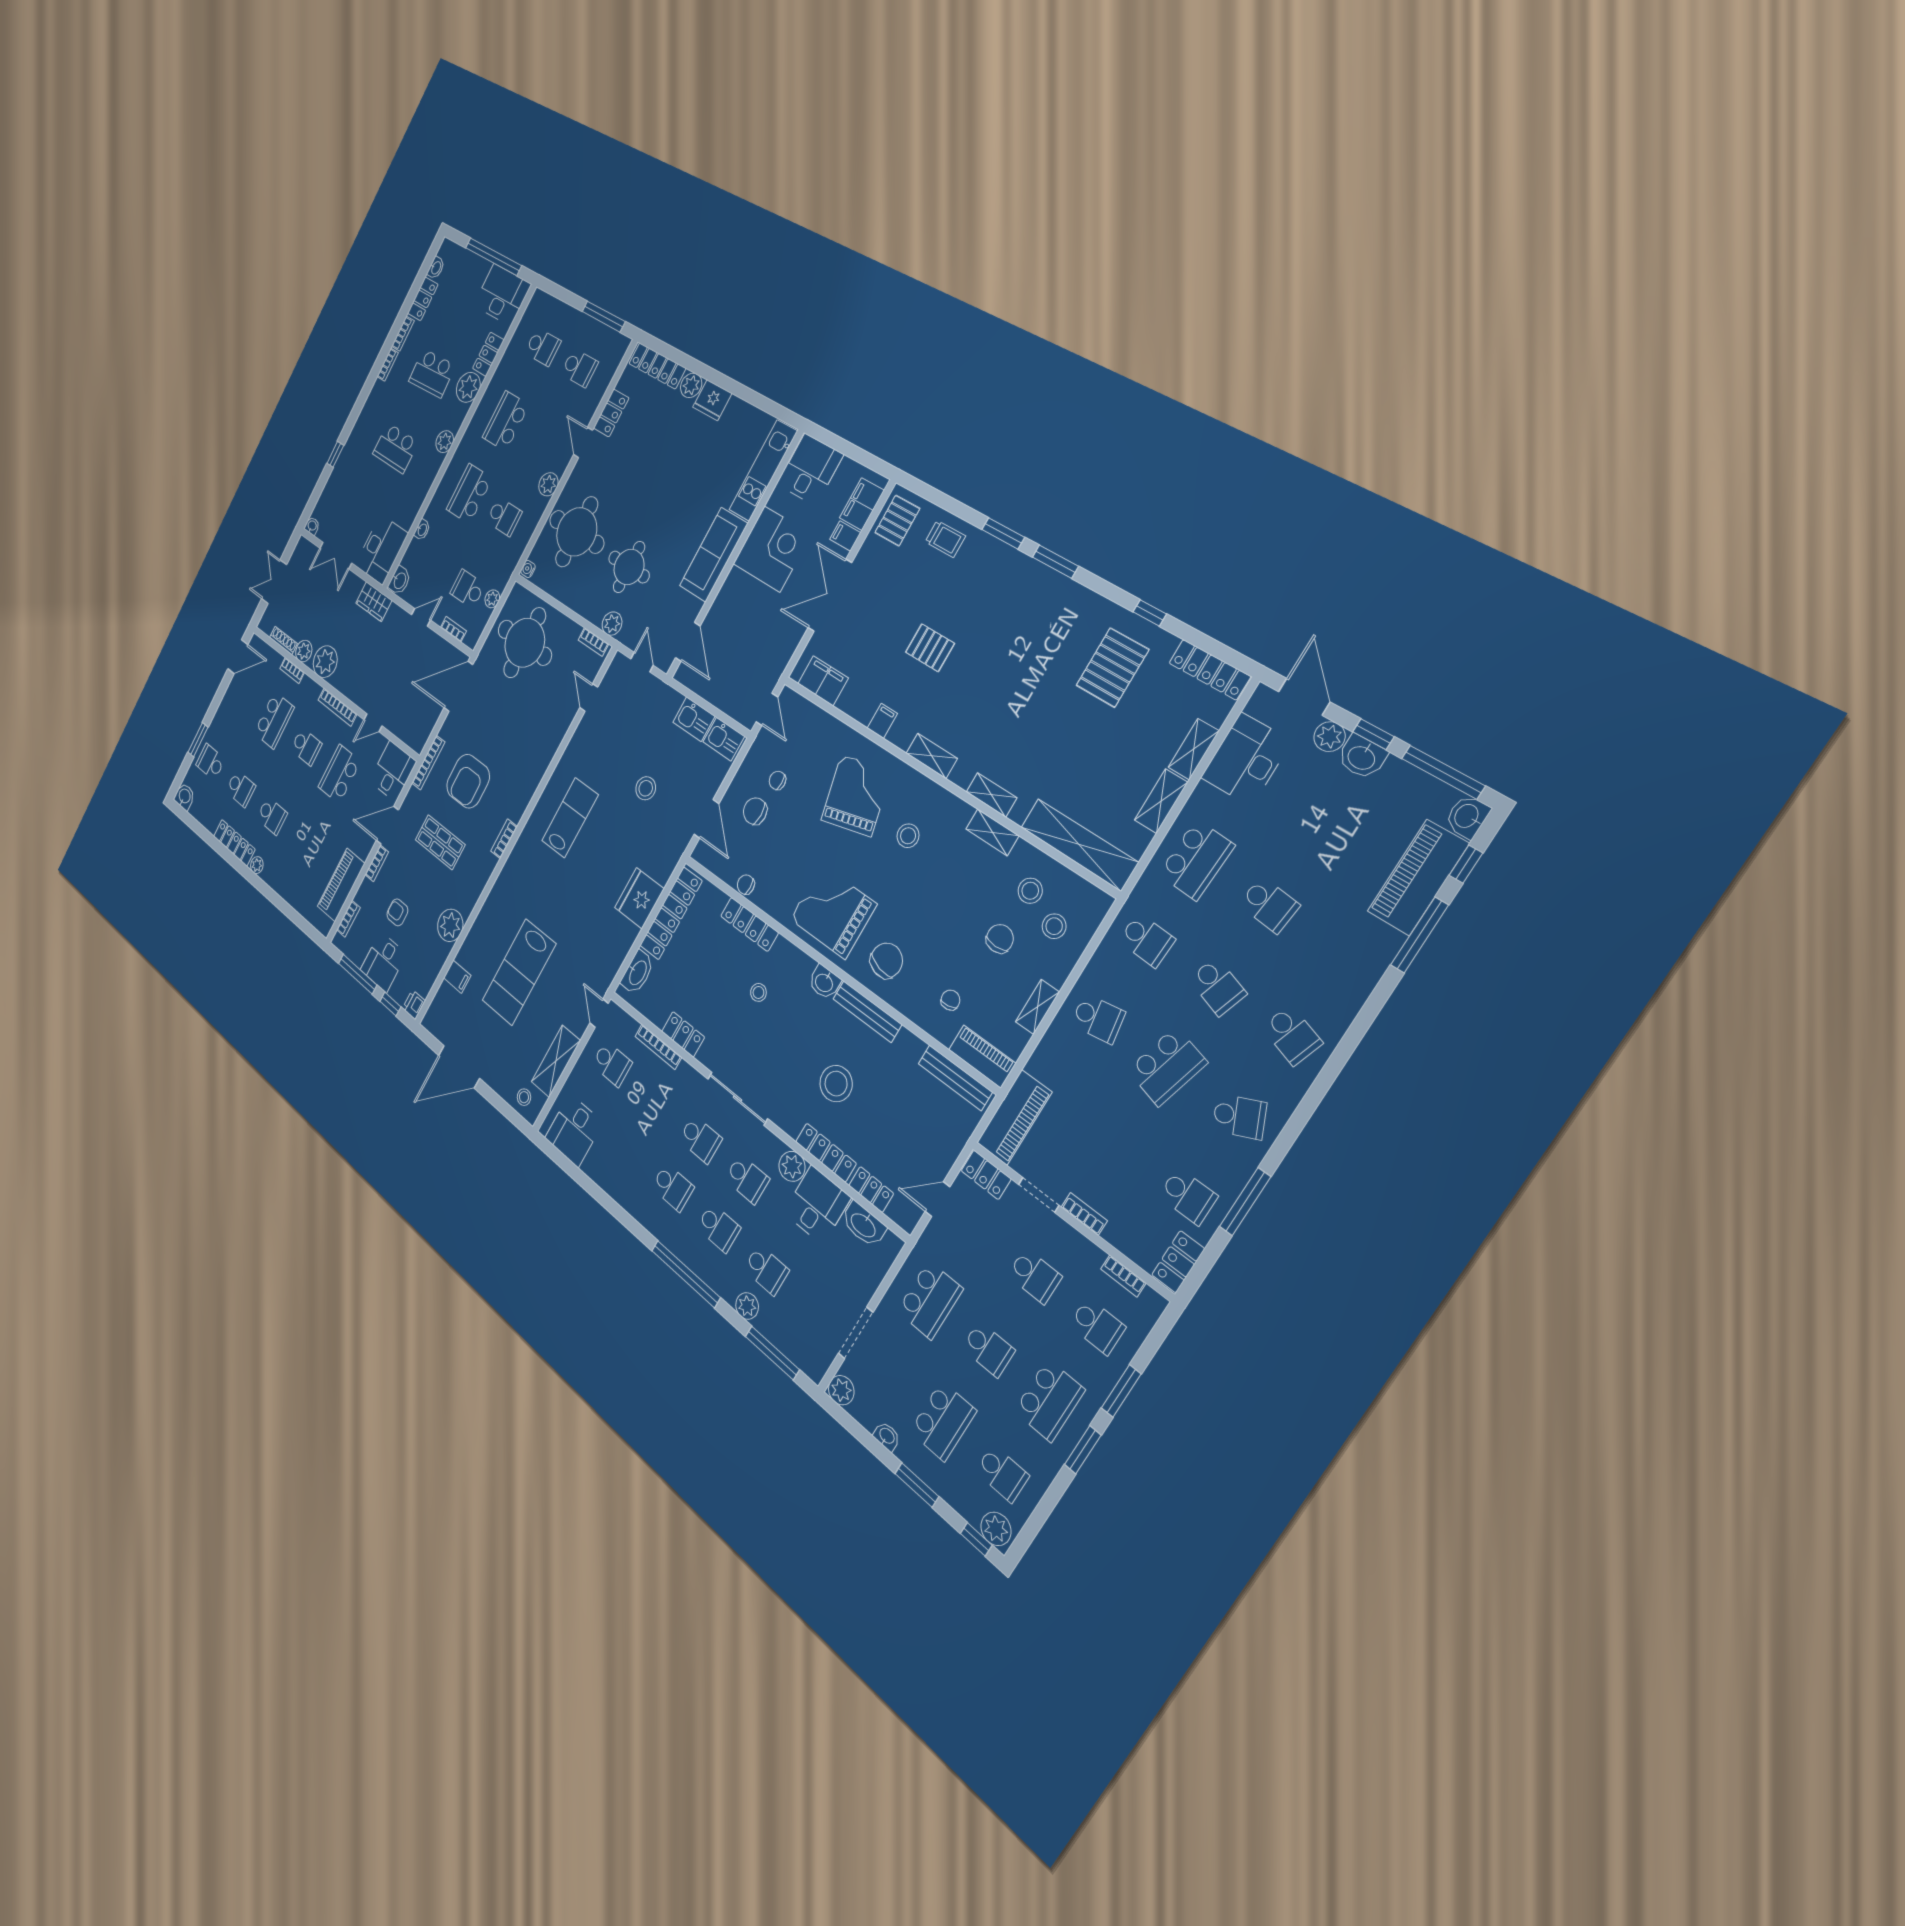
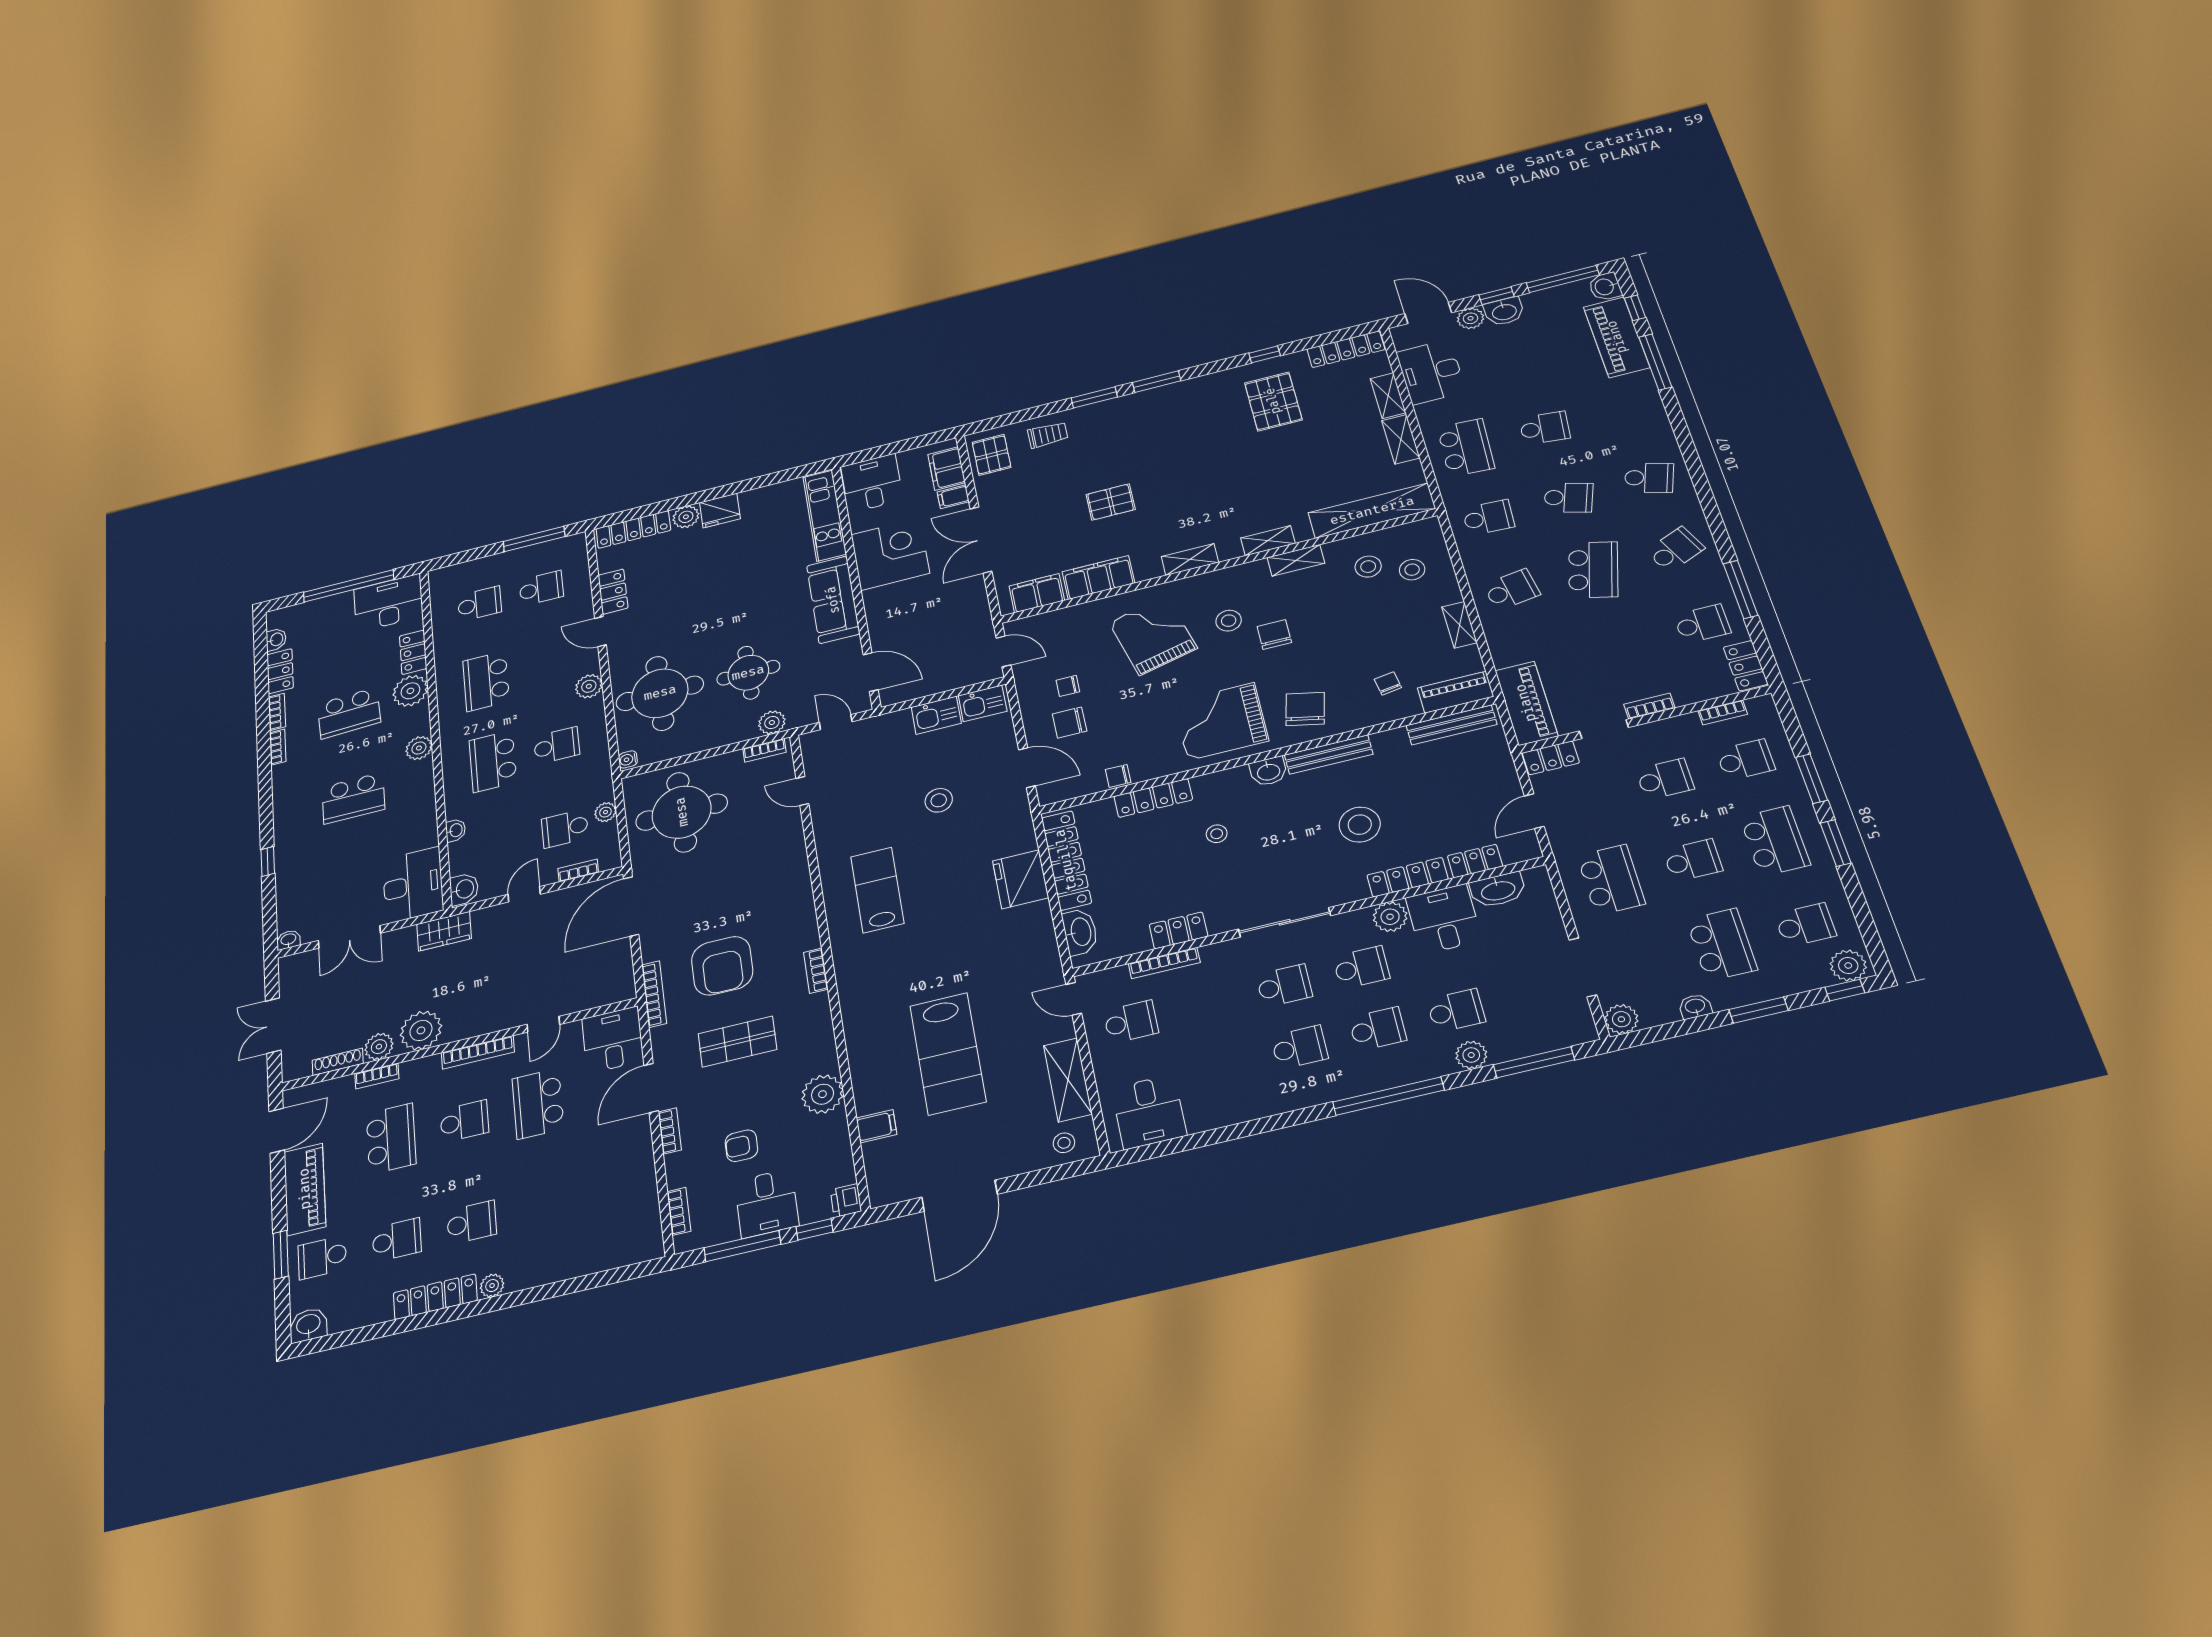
filing cabinet: (882, 721) -> (1098, 577), width x3.00, depth x1.17
piano: (341, 885) -> (305, 1189), moved, turned 180
chair: (1000, 939) -> (1274, 634), moved

